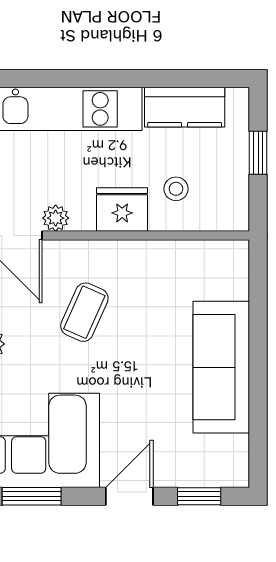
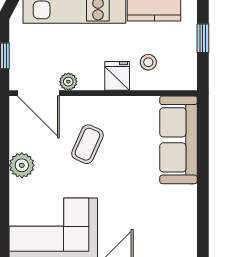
fridge: (122, 209) -> (117, 76), width x0.72
sofa: (221, 367) -> (178, 140), moved

